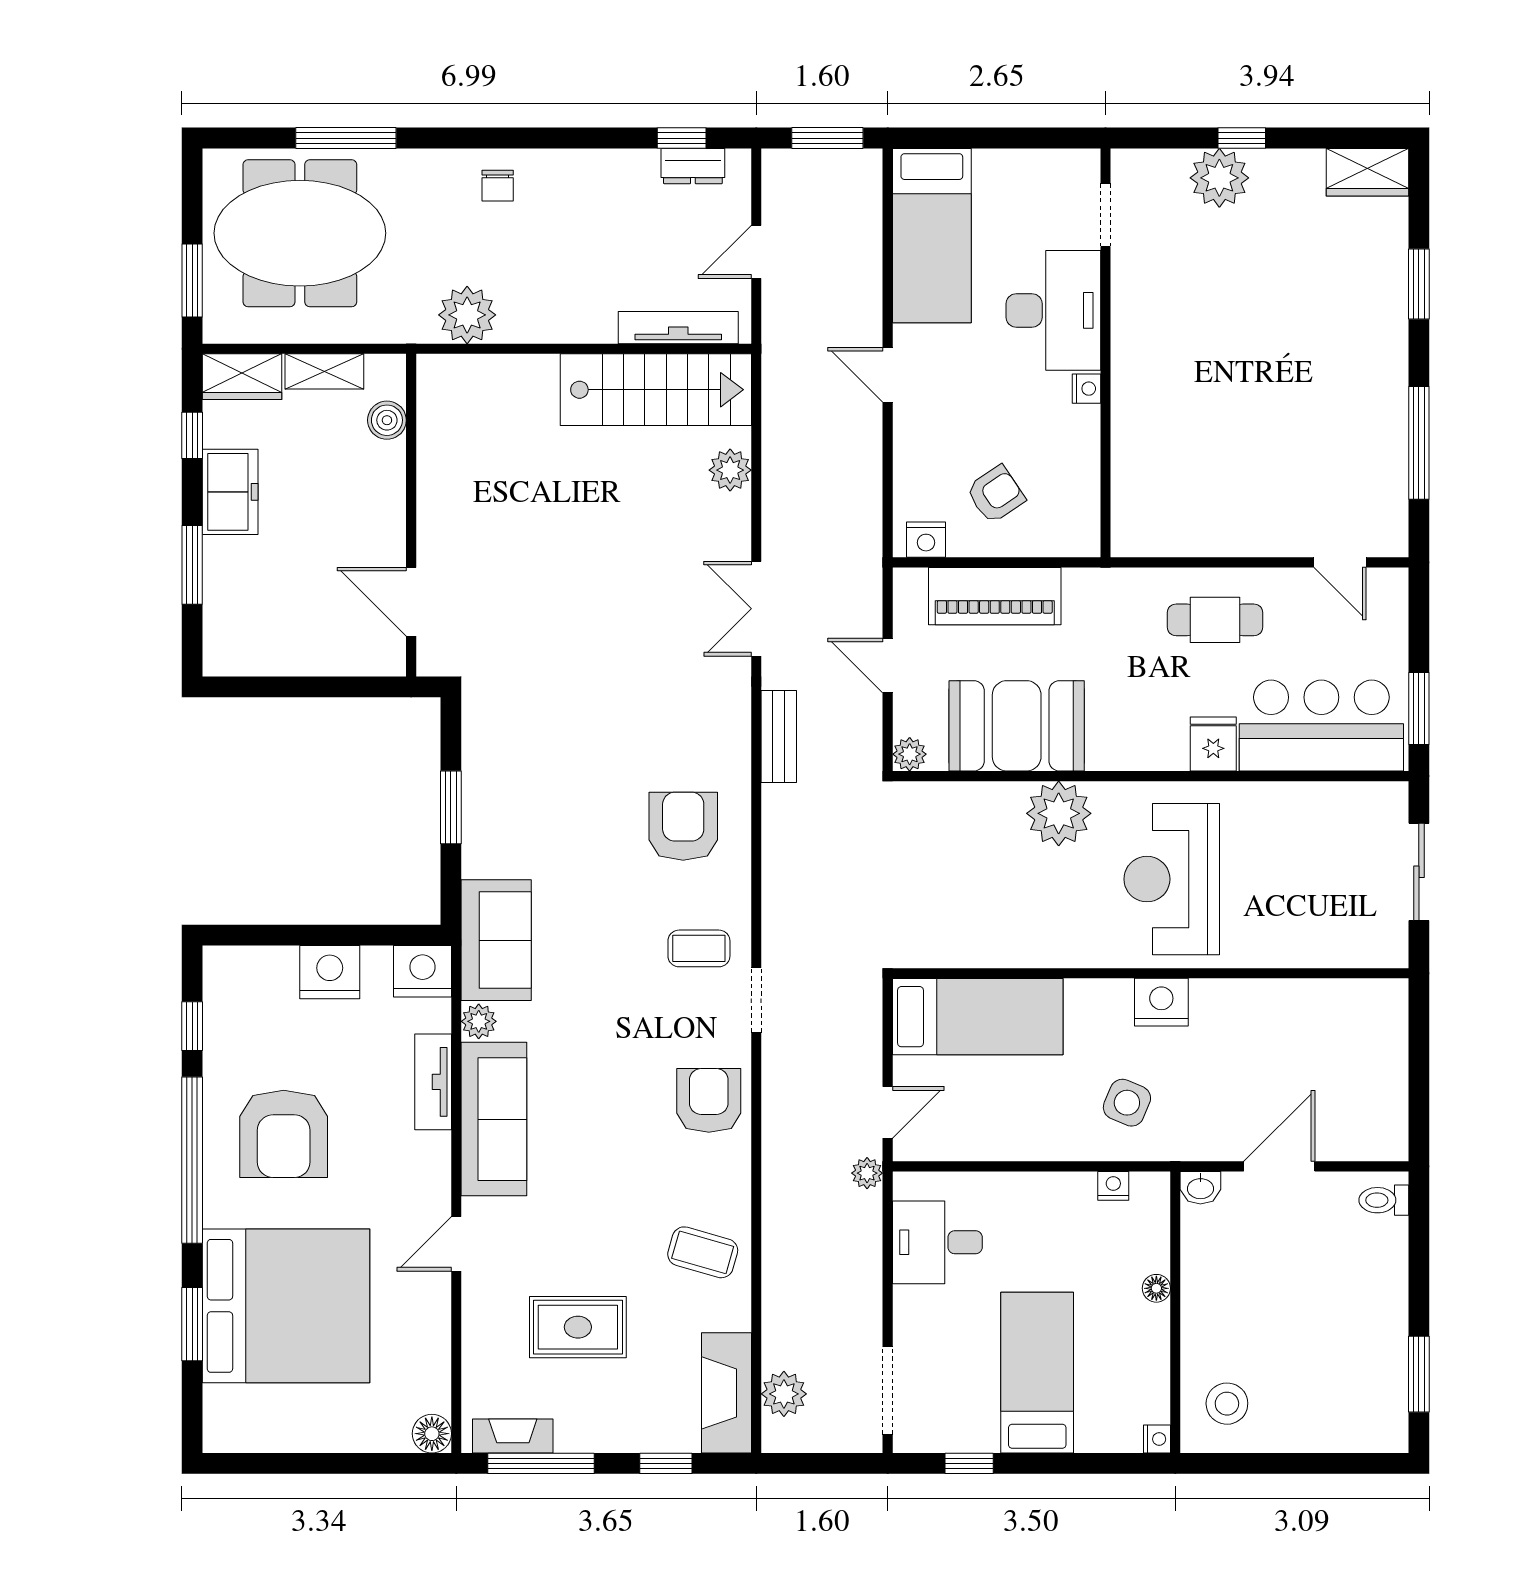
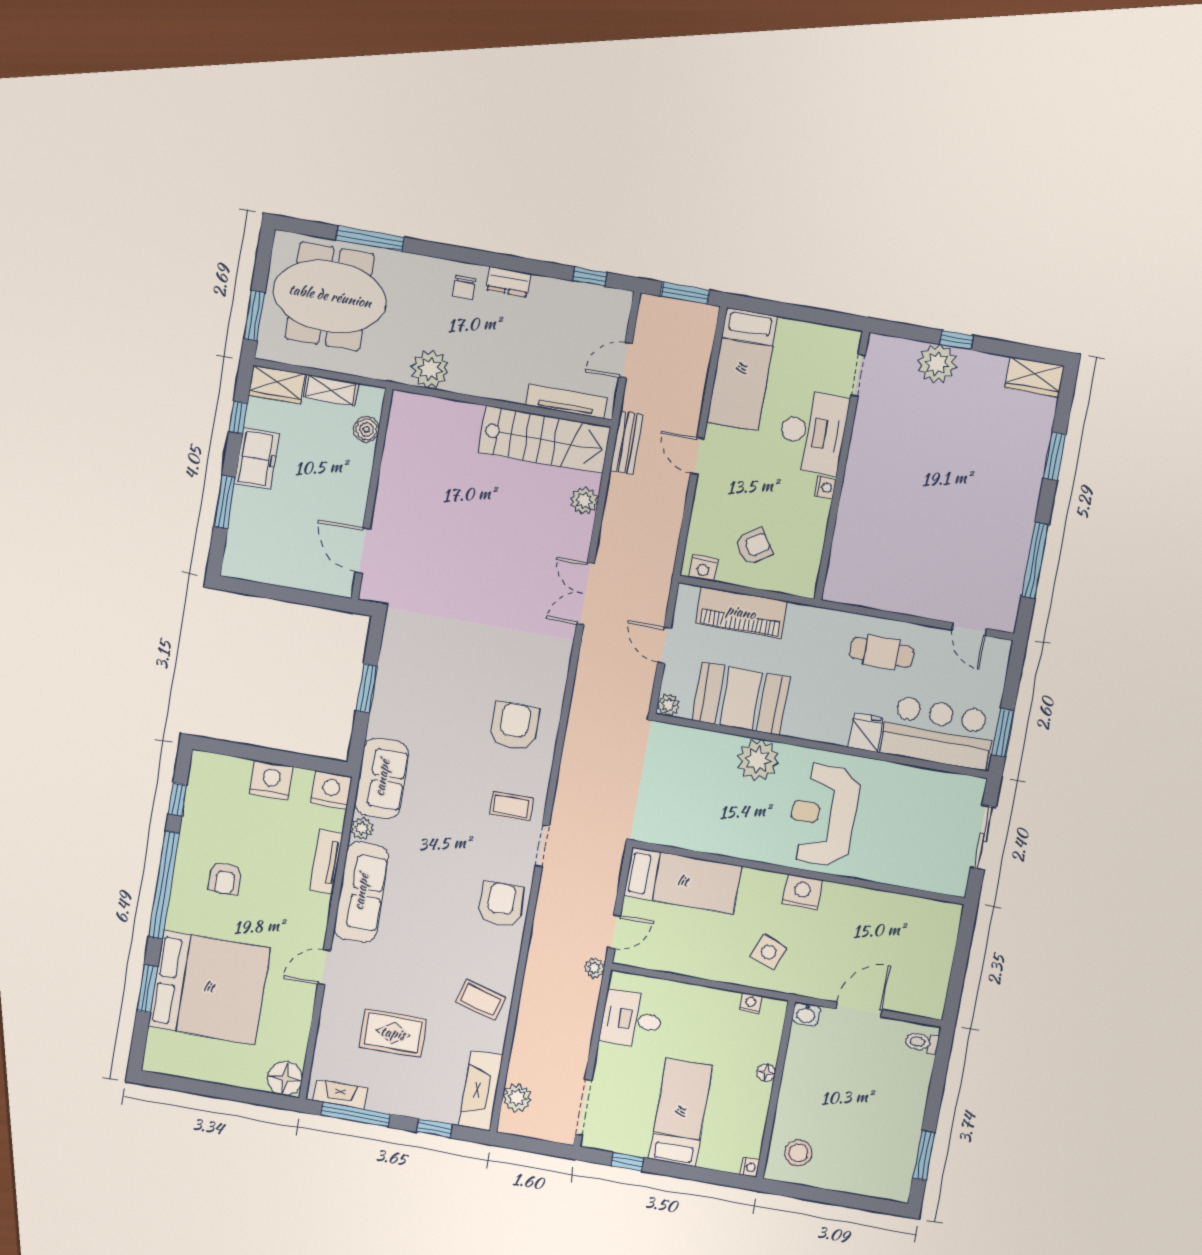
dresser: (693, 166) -> (508, 282), moved
bench: (779, 737) -> (627, 443), moved
armchair: (284, 1134) -> (225, 878), width x0.53, depth x0.53
floor lamp: (432, 1434) -> (285, 1079), width x1.38, depth x1.38

